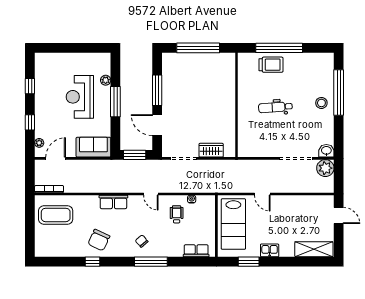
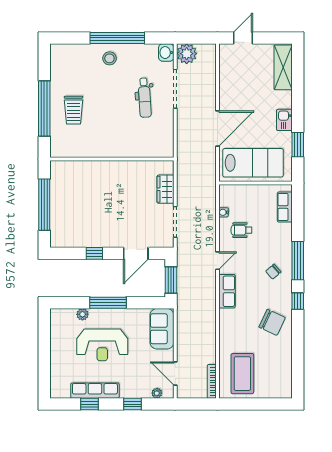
trolley: (271, 65) -> (73, 110), moved, turned 180
window: (157, 90) -> (94, 253), width x0.46
row of seats: (41, 91) -> (95, 391), added
window: (339, 93) -> (117, 38), moved
dental chair: (275, 107) -> (145, 98), moved
door: (262, 194) -> (217, 129), width x1.88
row of seats: (113, 202) -> (227, 291), moved
window: (93, 262) -> (298, 301), moved

